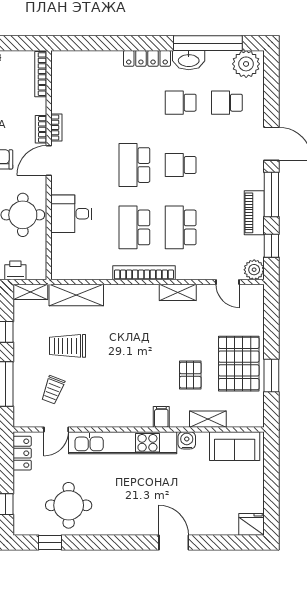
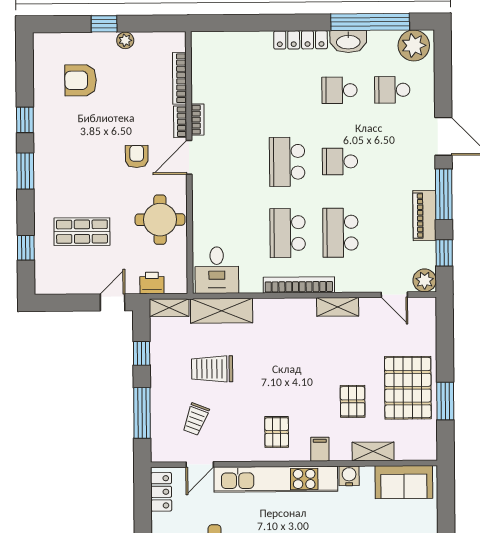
bookcase: (41, 74) -> (179, 78), moved
desk: (71, 214) -> (217, 270), moved, turned -90
pallet: (124, 401) -> (277, 432), added

